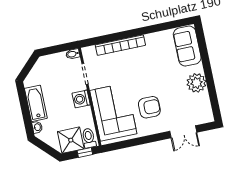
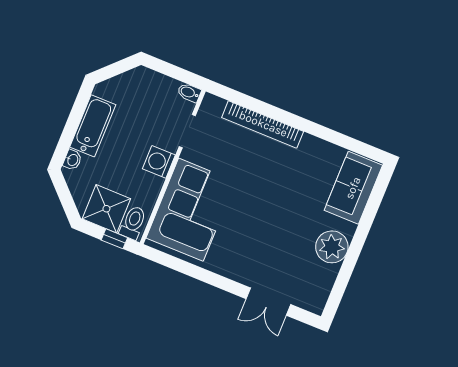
armchair: (149, 107) -> (245, 237), removed

